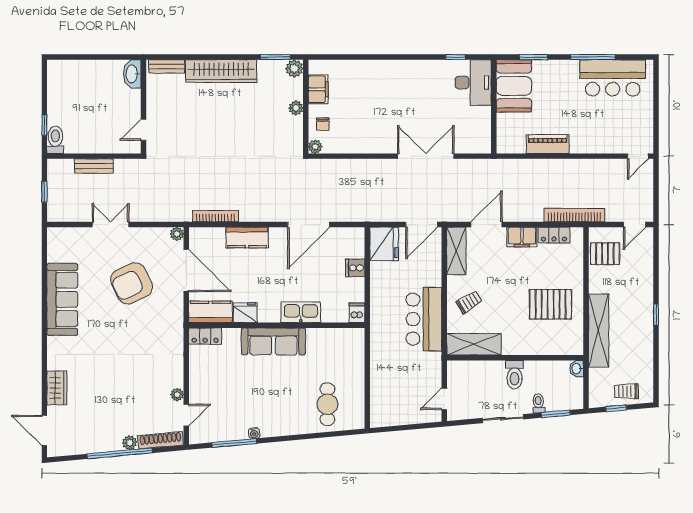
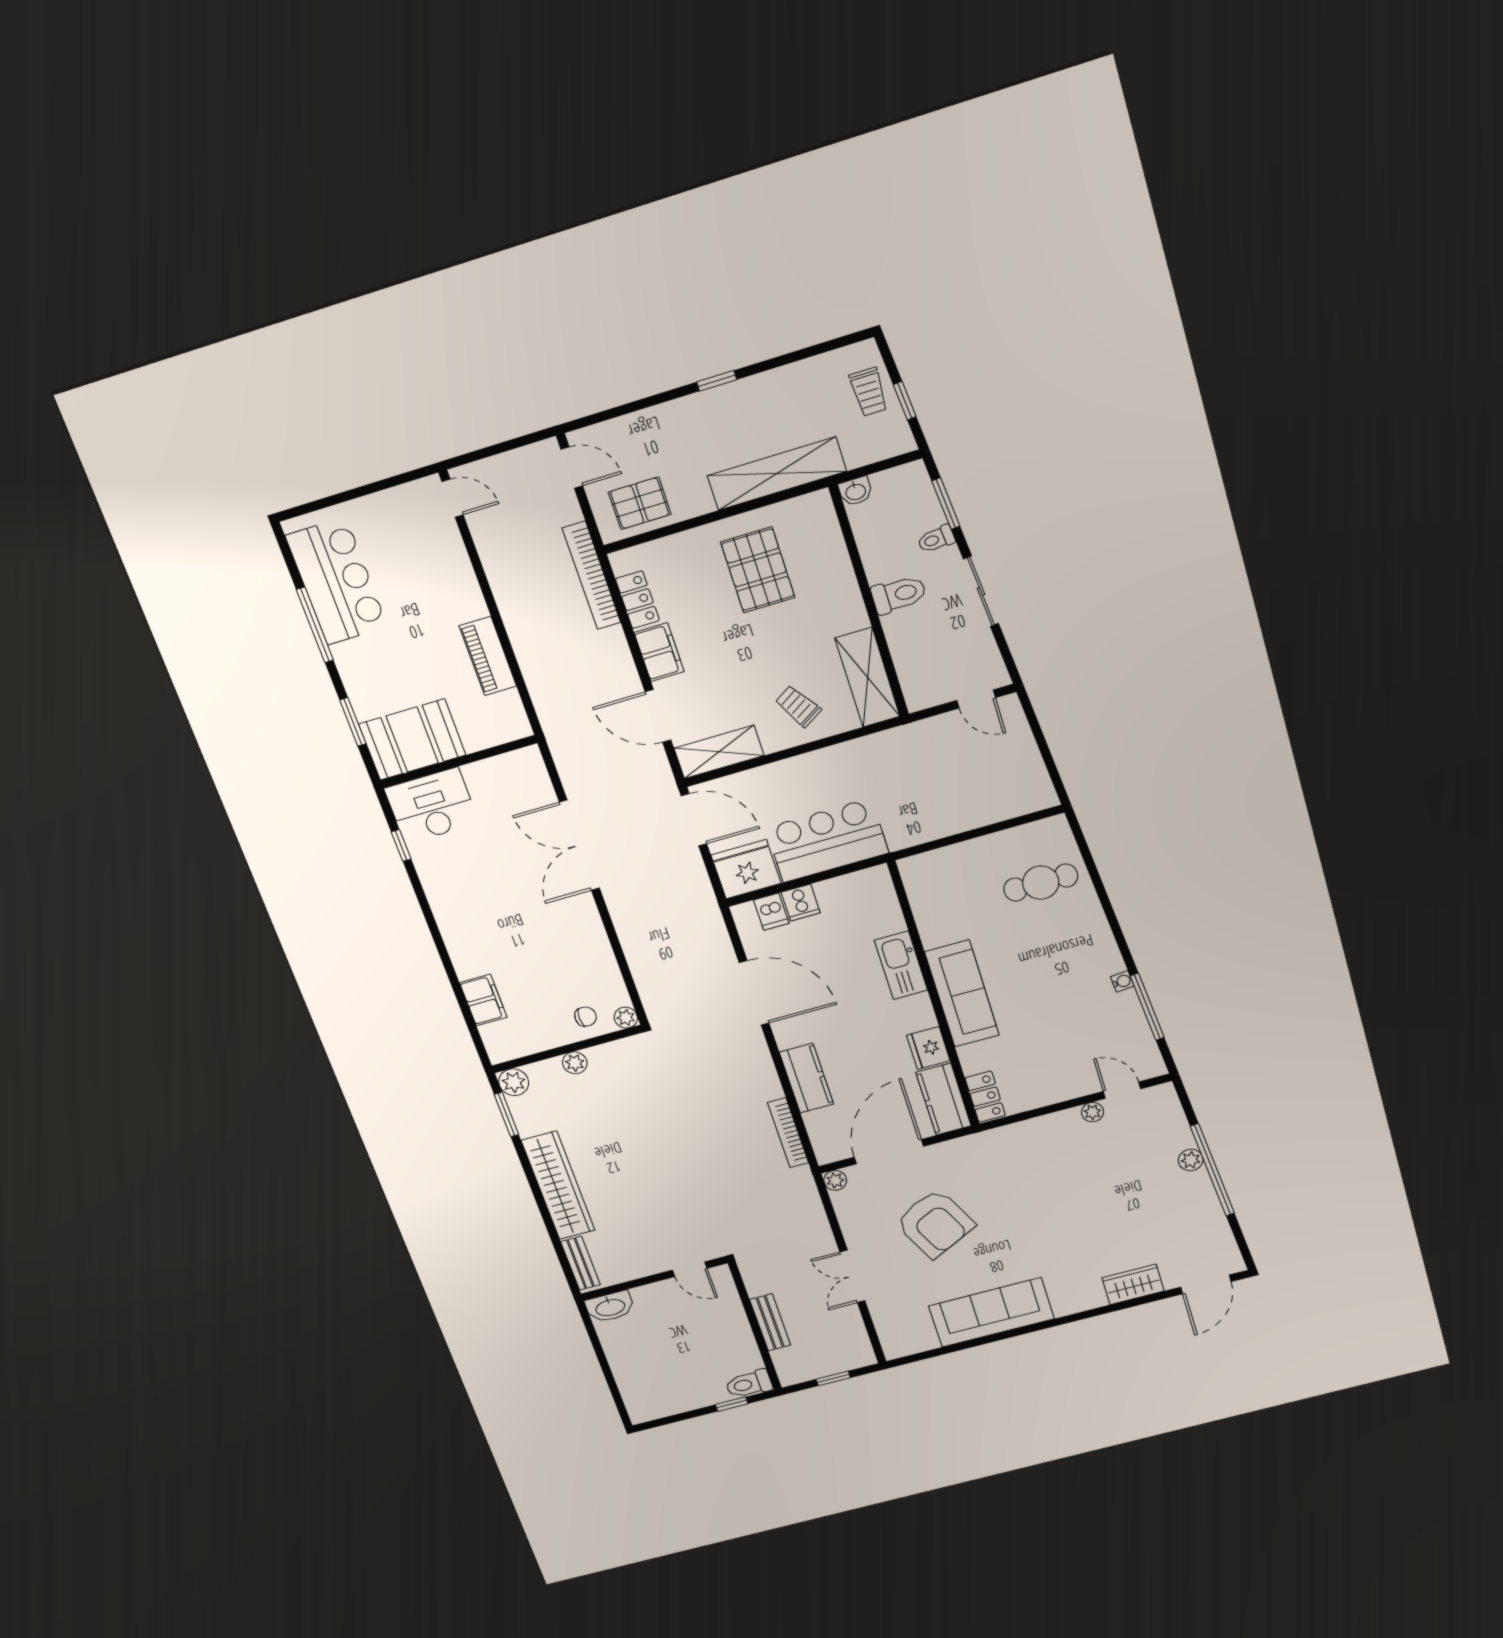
filing cabinet: (318, 89) -> (483, 1000), moved, turned 90
pallet: (605, 254) -> (640, 503), turned 90
dishwasher: (357, 313) -> (771, 912), moved, turned -90
bar counter: (424, 319) -> (827, 840), moved, turned 180
shoe rack: (161, 440) -> (1174, 1117), removed

